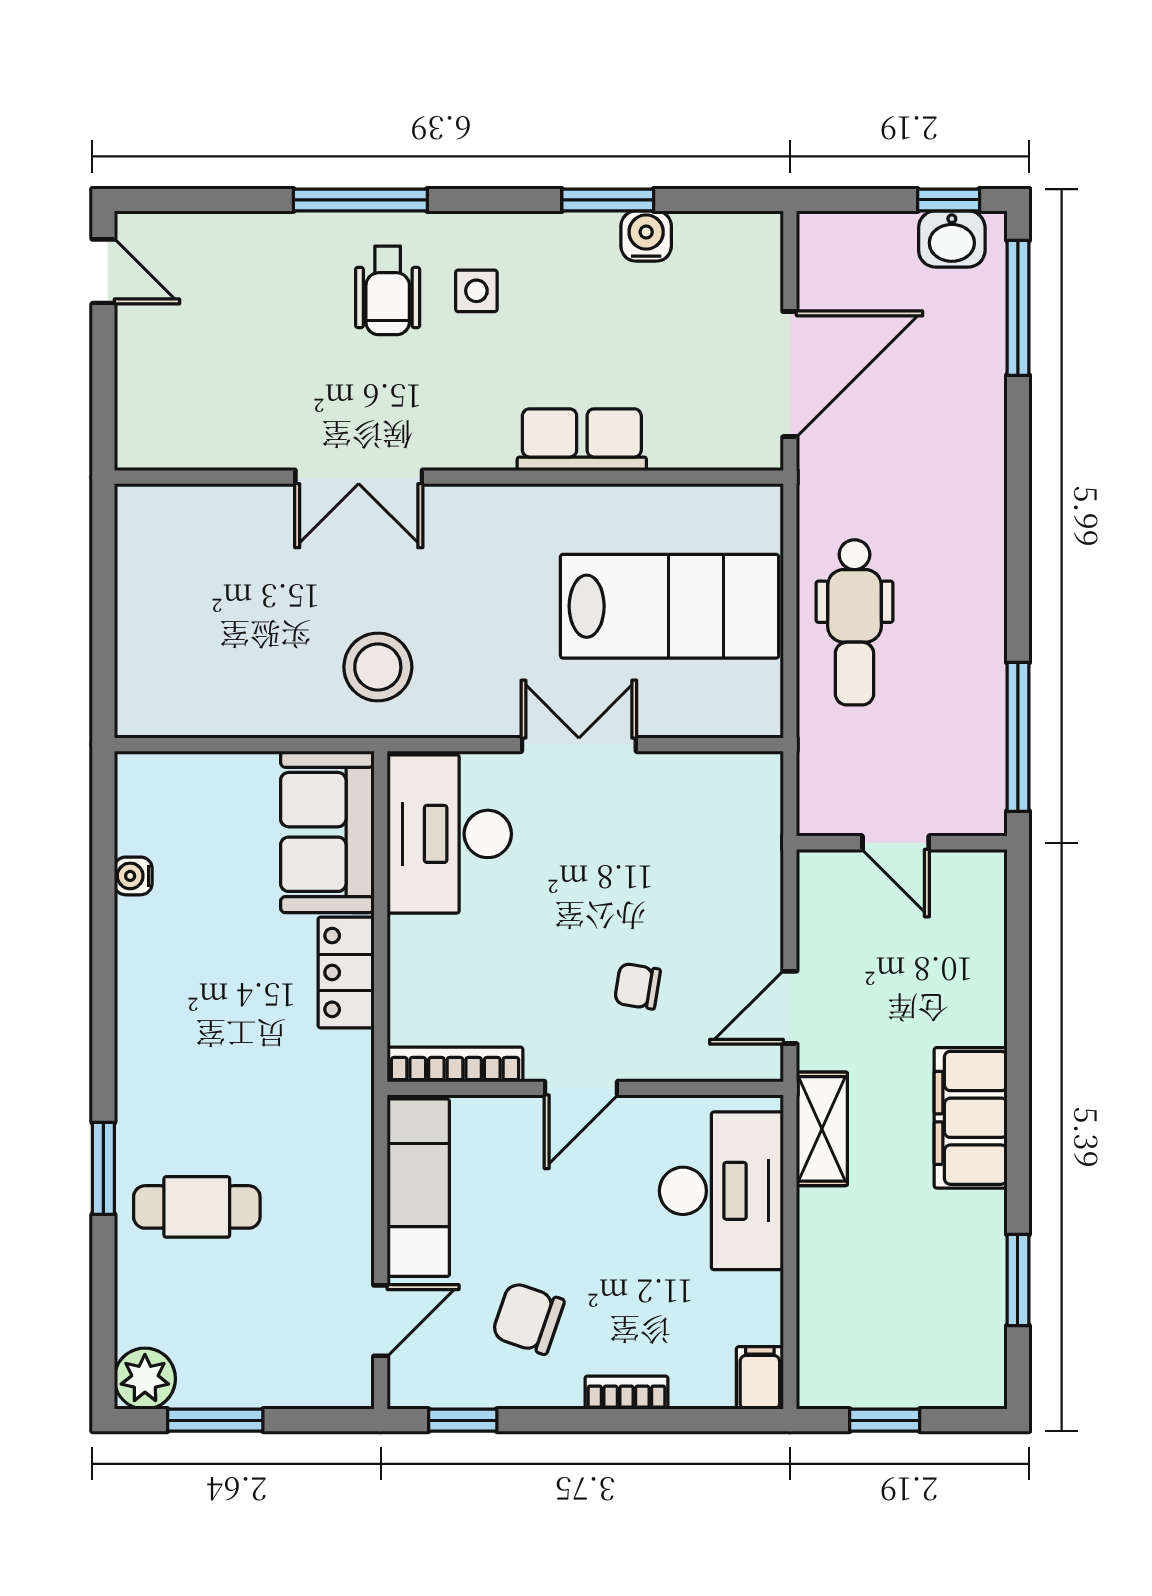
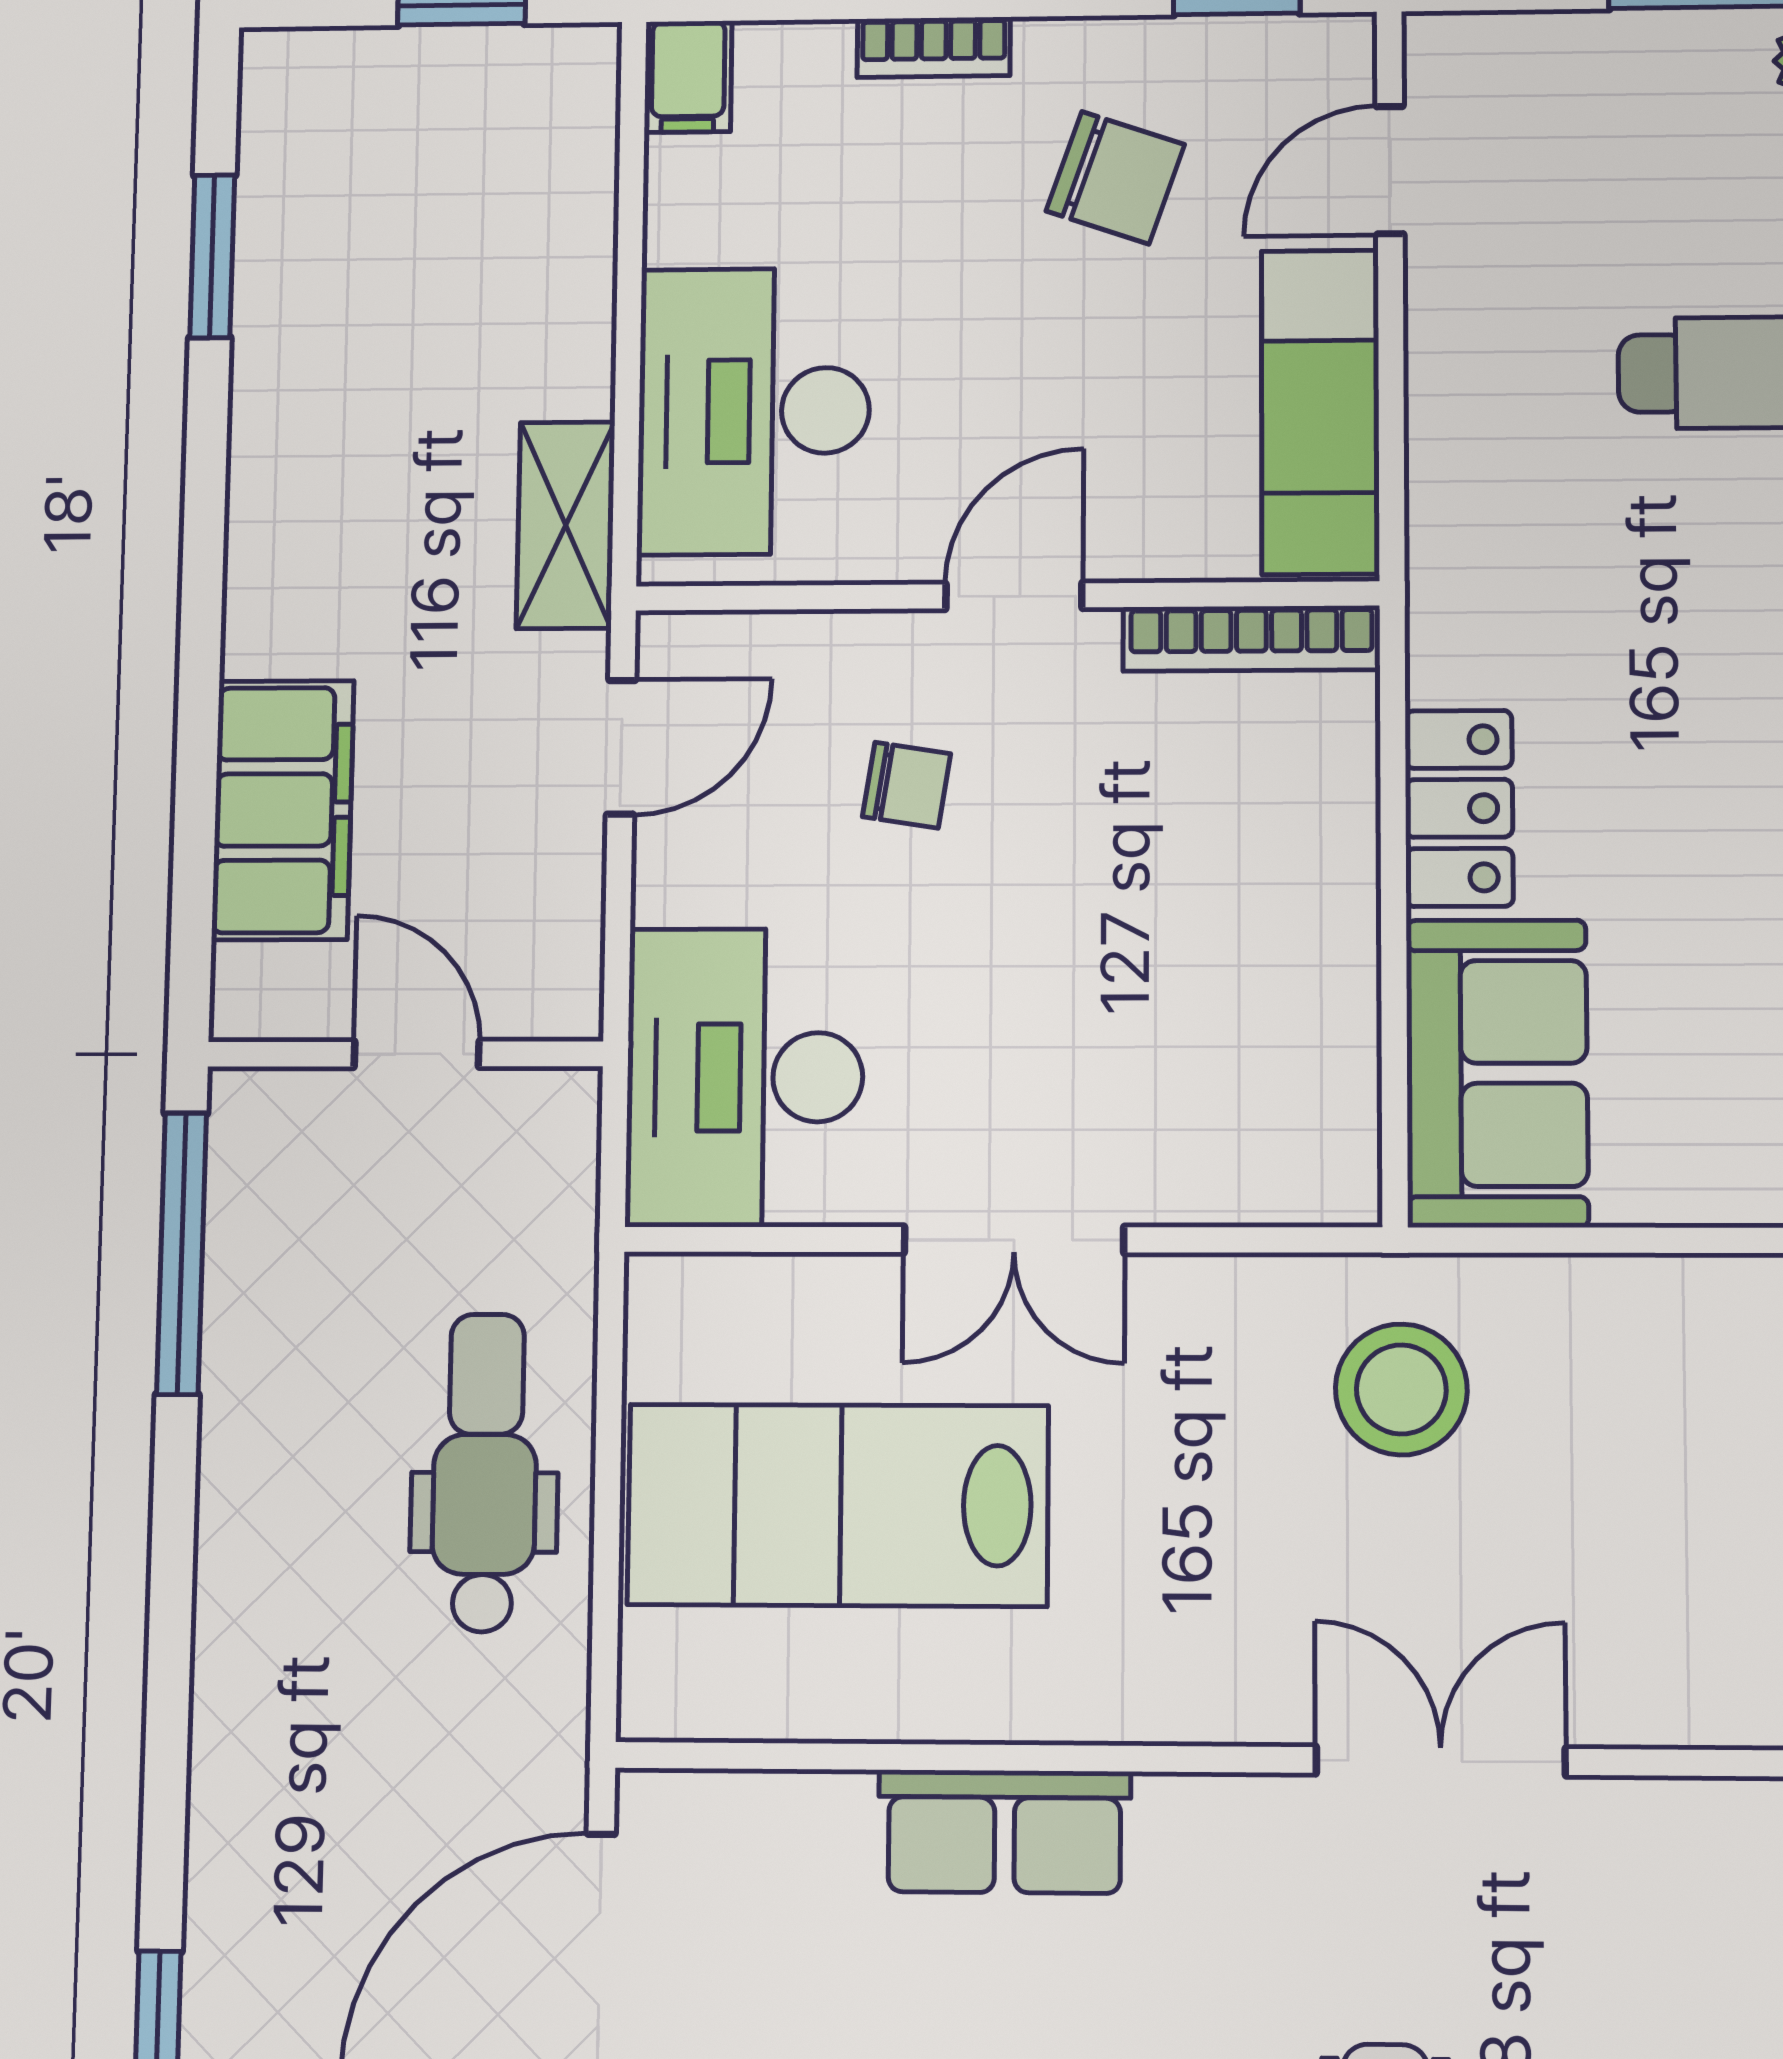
desk: (449, 834) -> (745, 1077), moved, turned 180
filing cabinet: (971, 1118) -> (283, 810), moved

